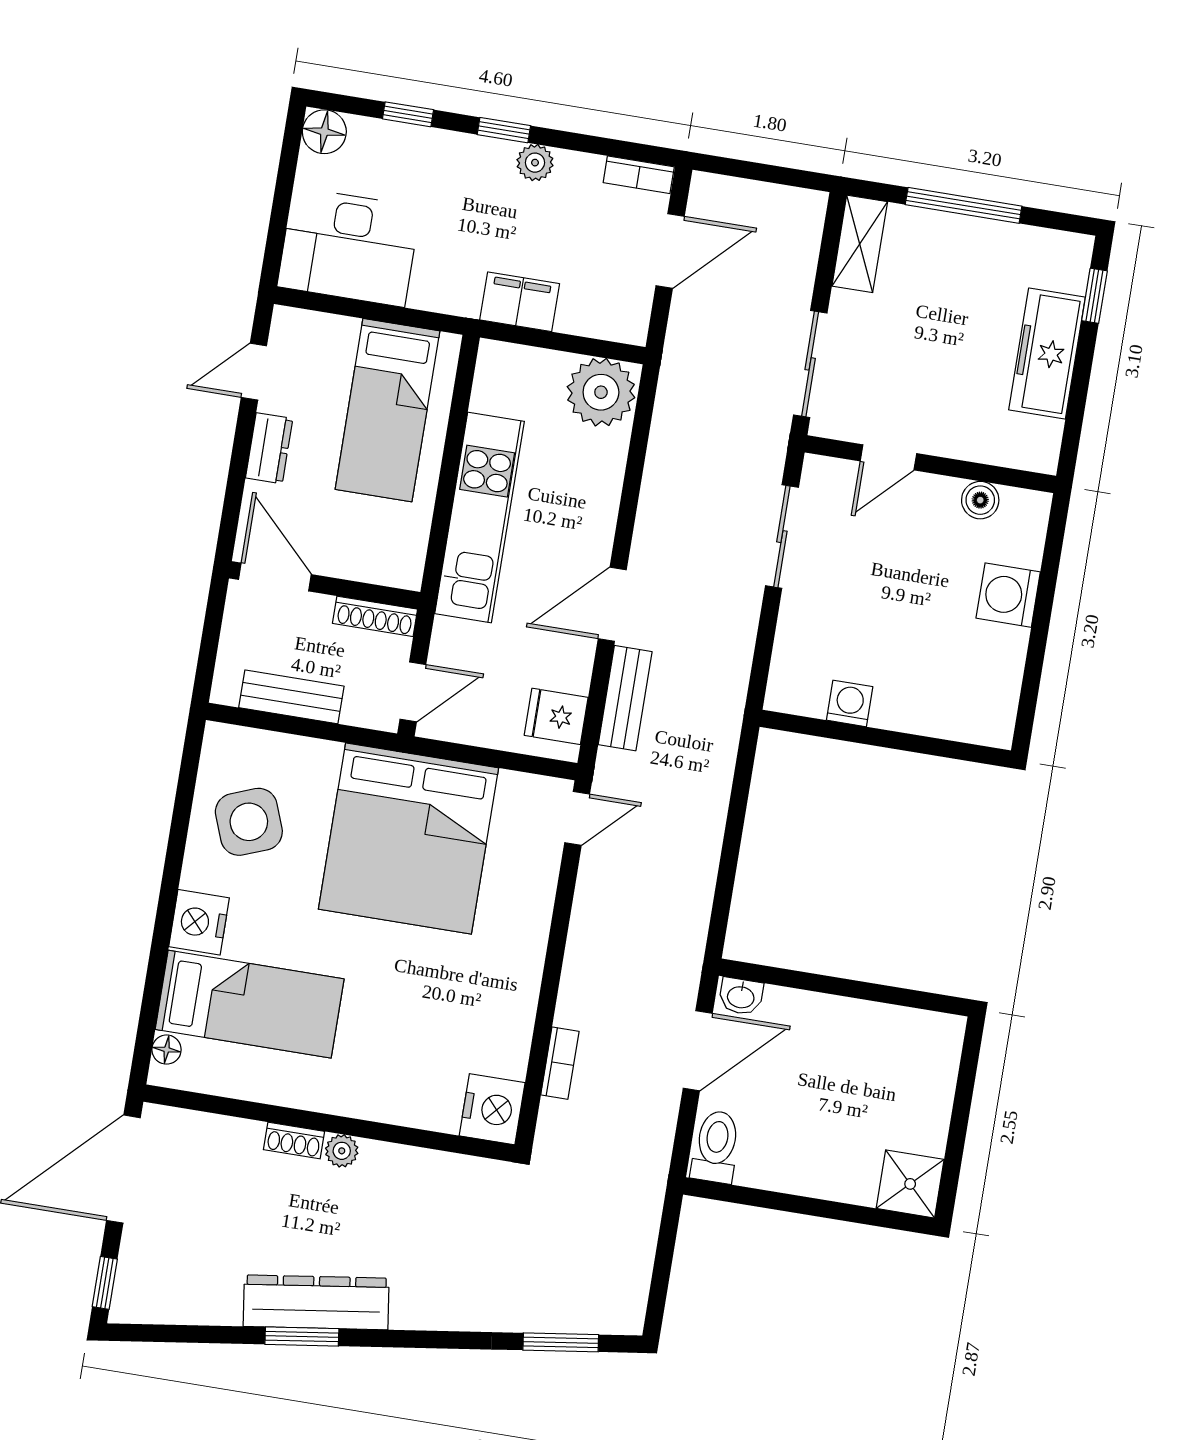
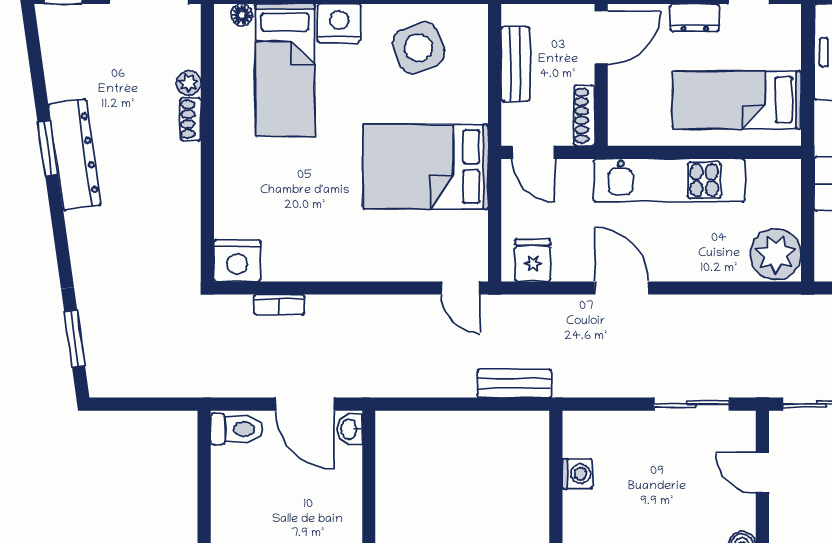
bench: (625, 698) -> (514, 383), moved
bed: (409, 839) -> (426, 167), width x0.73
plant: (342, 1151) -> (189, 83), moved

